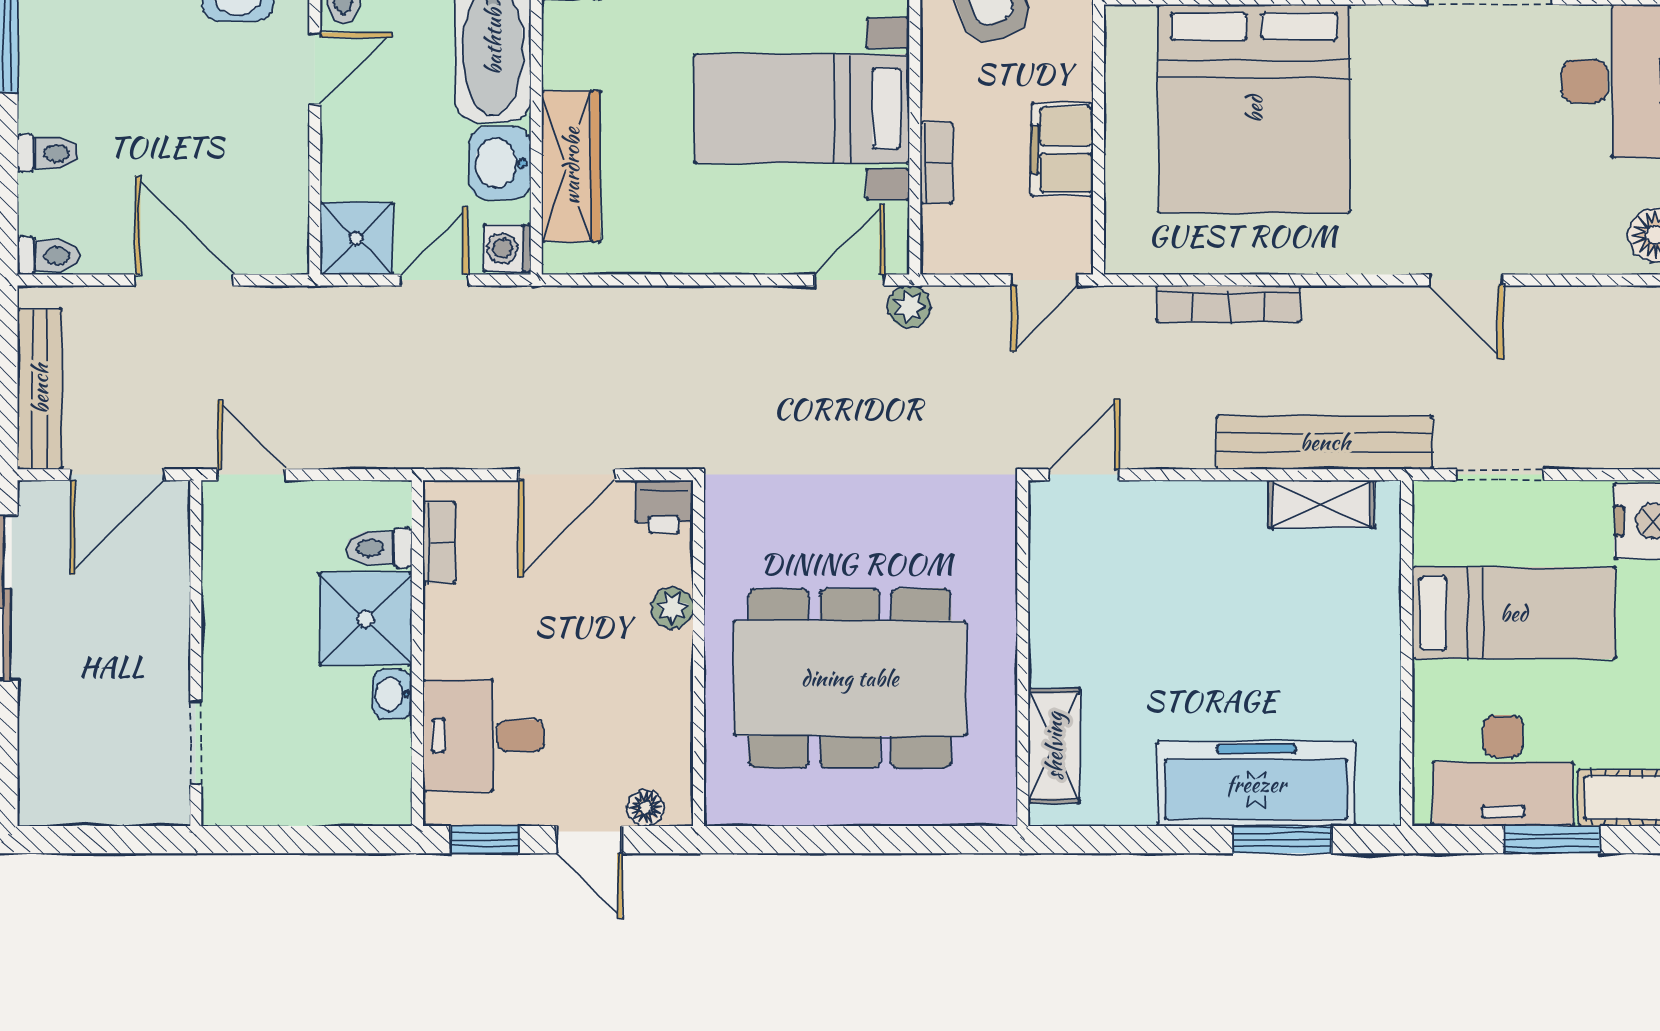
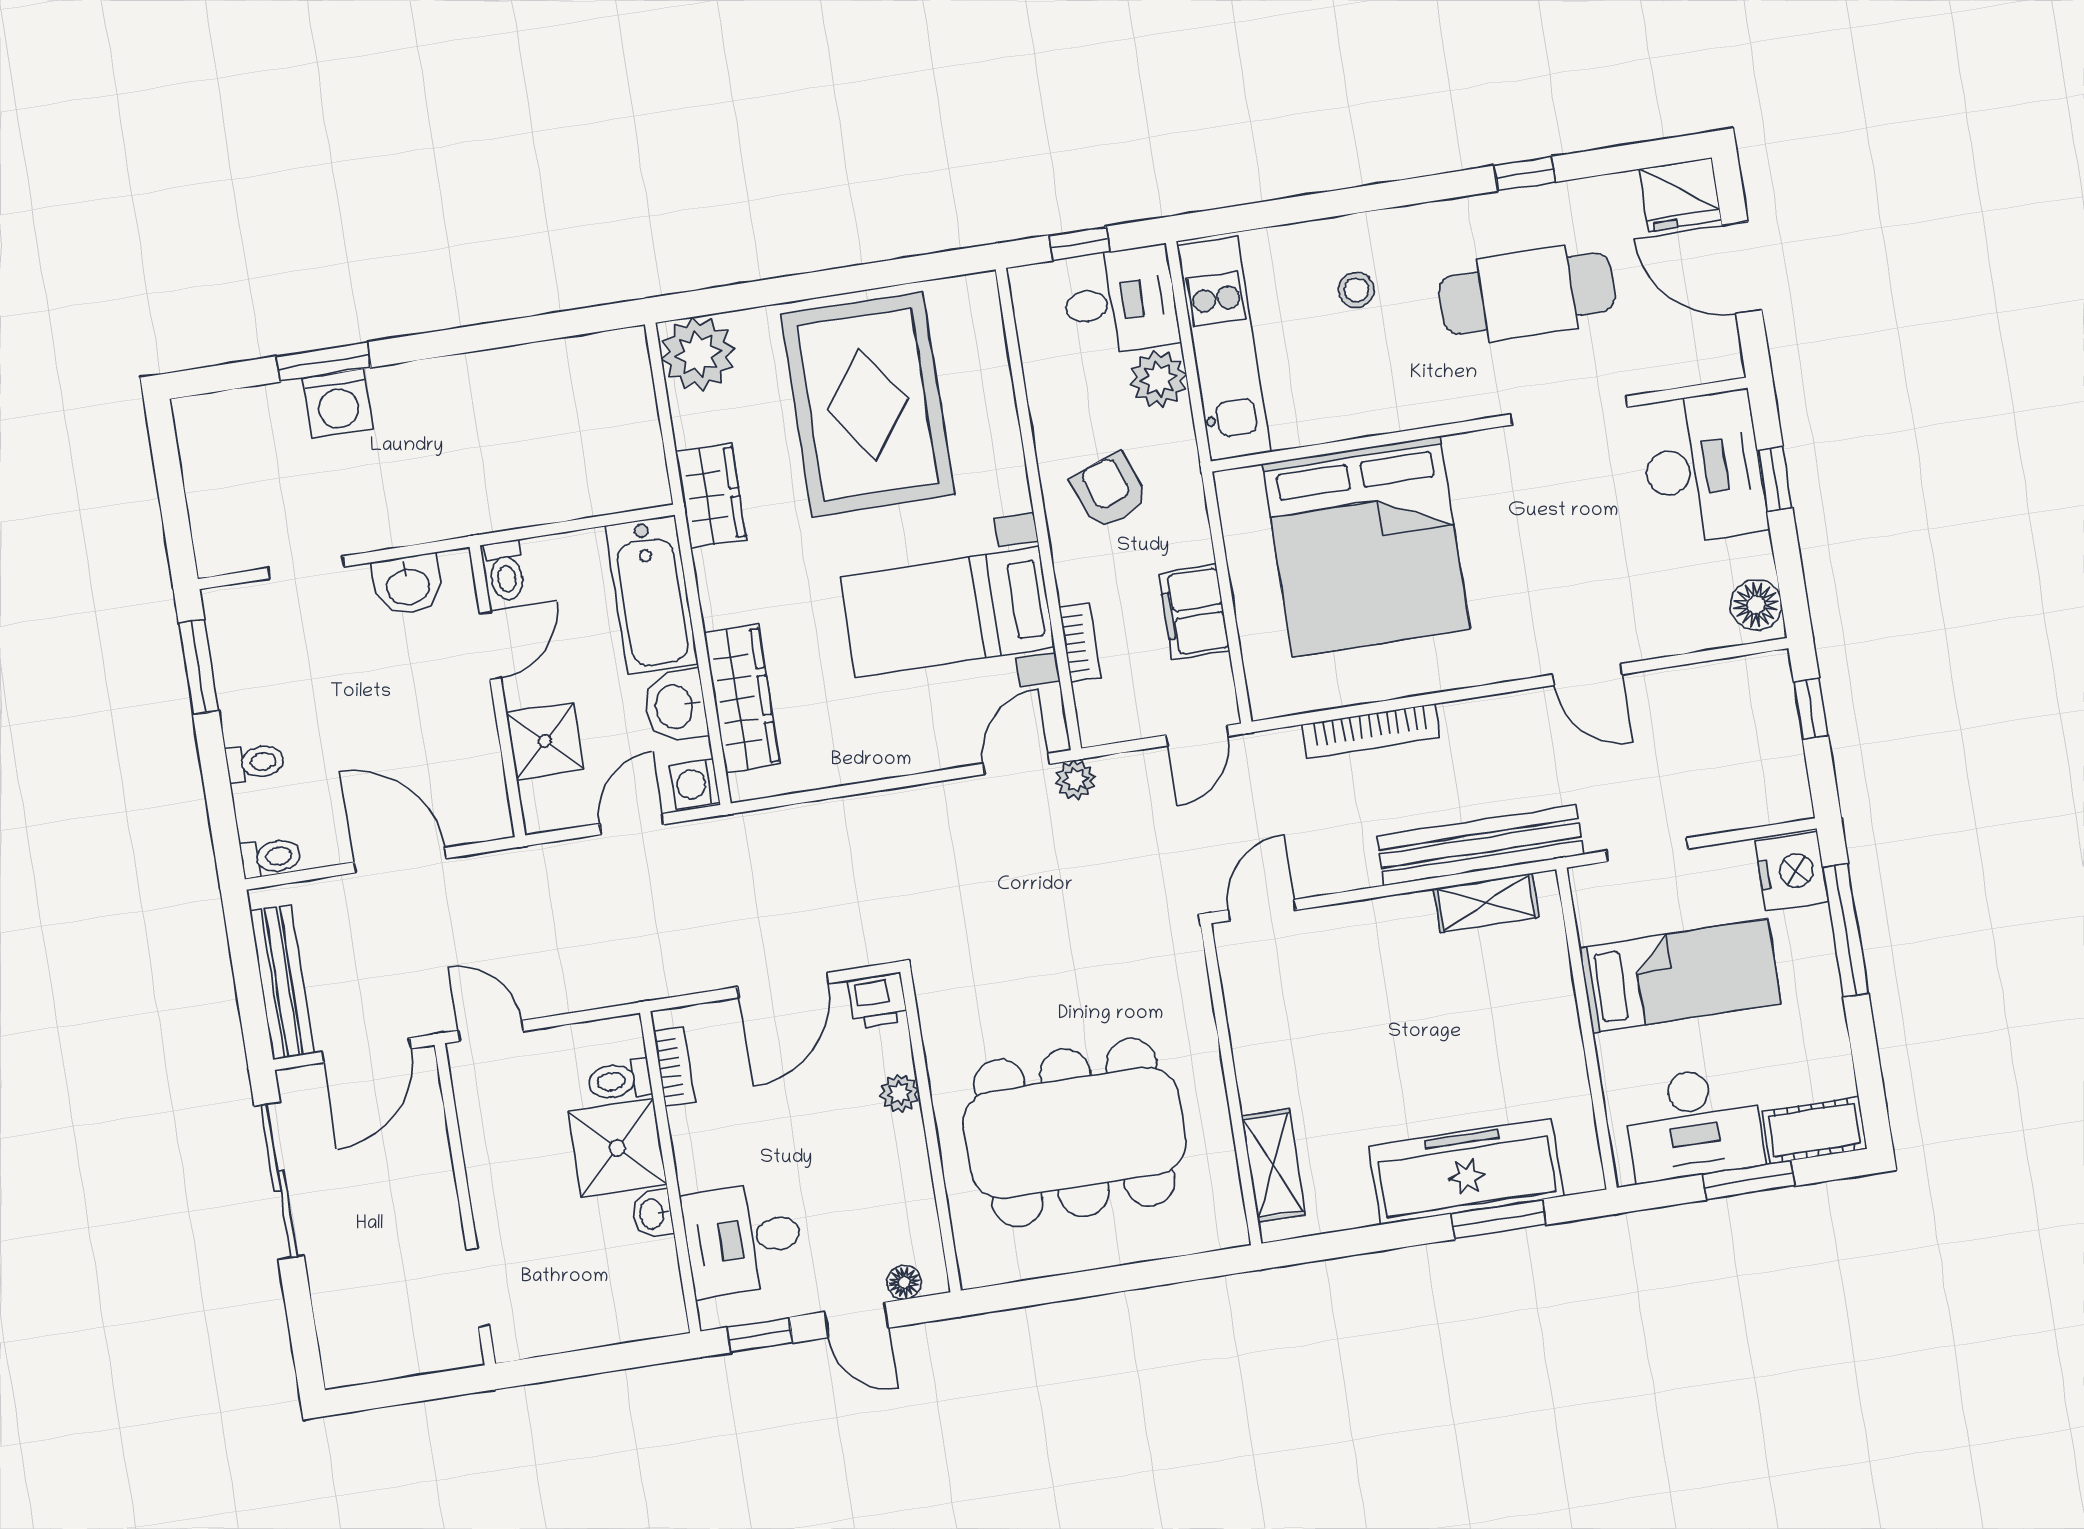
shower: (356, 238) -> (545, 741), moved

